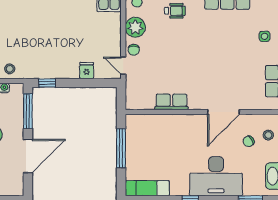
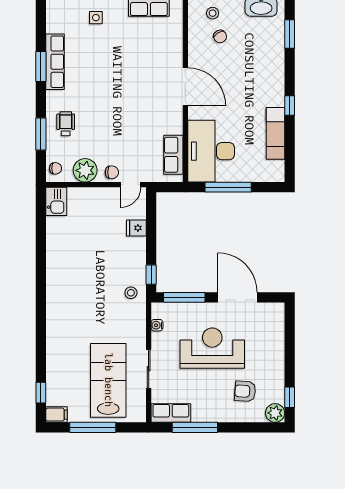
stool: (10, 69) -> (131, 293), moved
row of seats: (171, 102) -> (173, 155), moved
door: (223, 112) -> (185, 87), moved
desk: (216, 176) -> (211, 151), moved, turned 180
exam couch: (147, 188) -> (275, 133), moved

